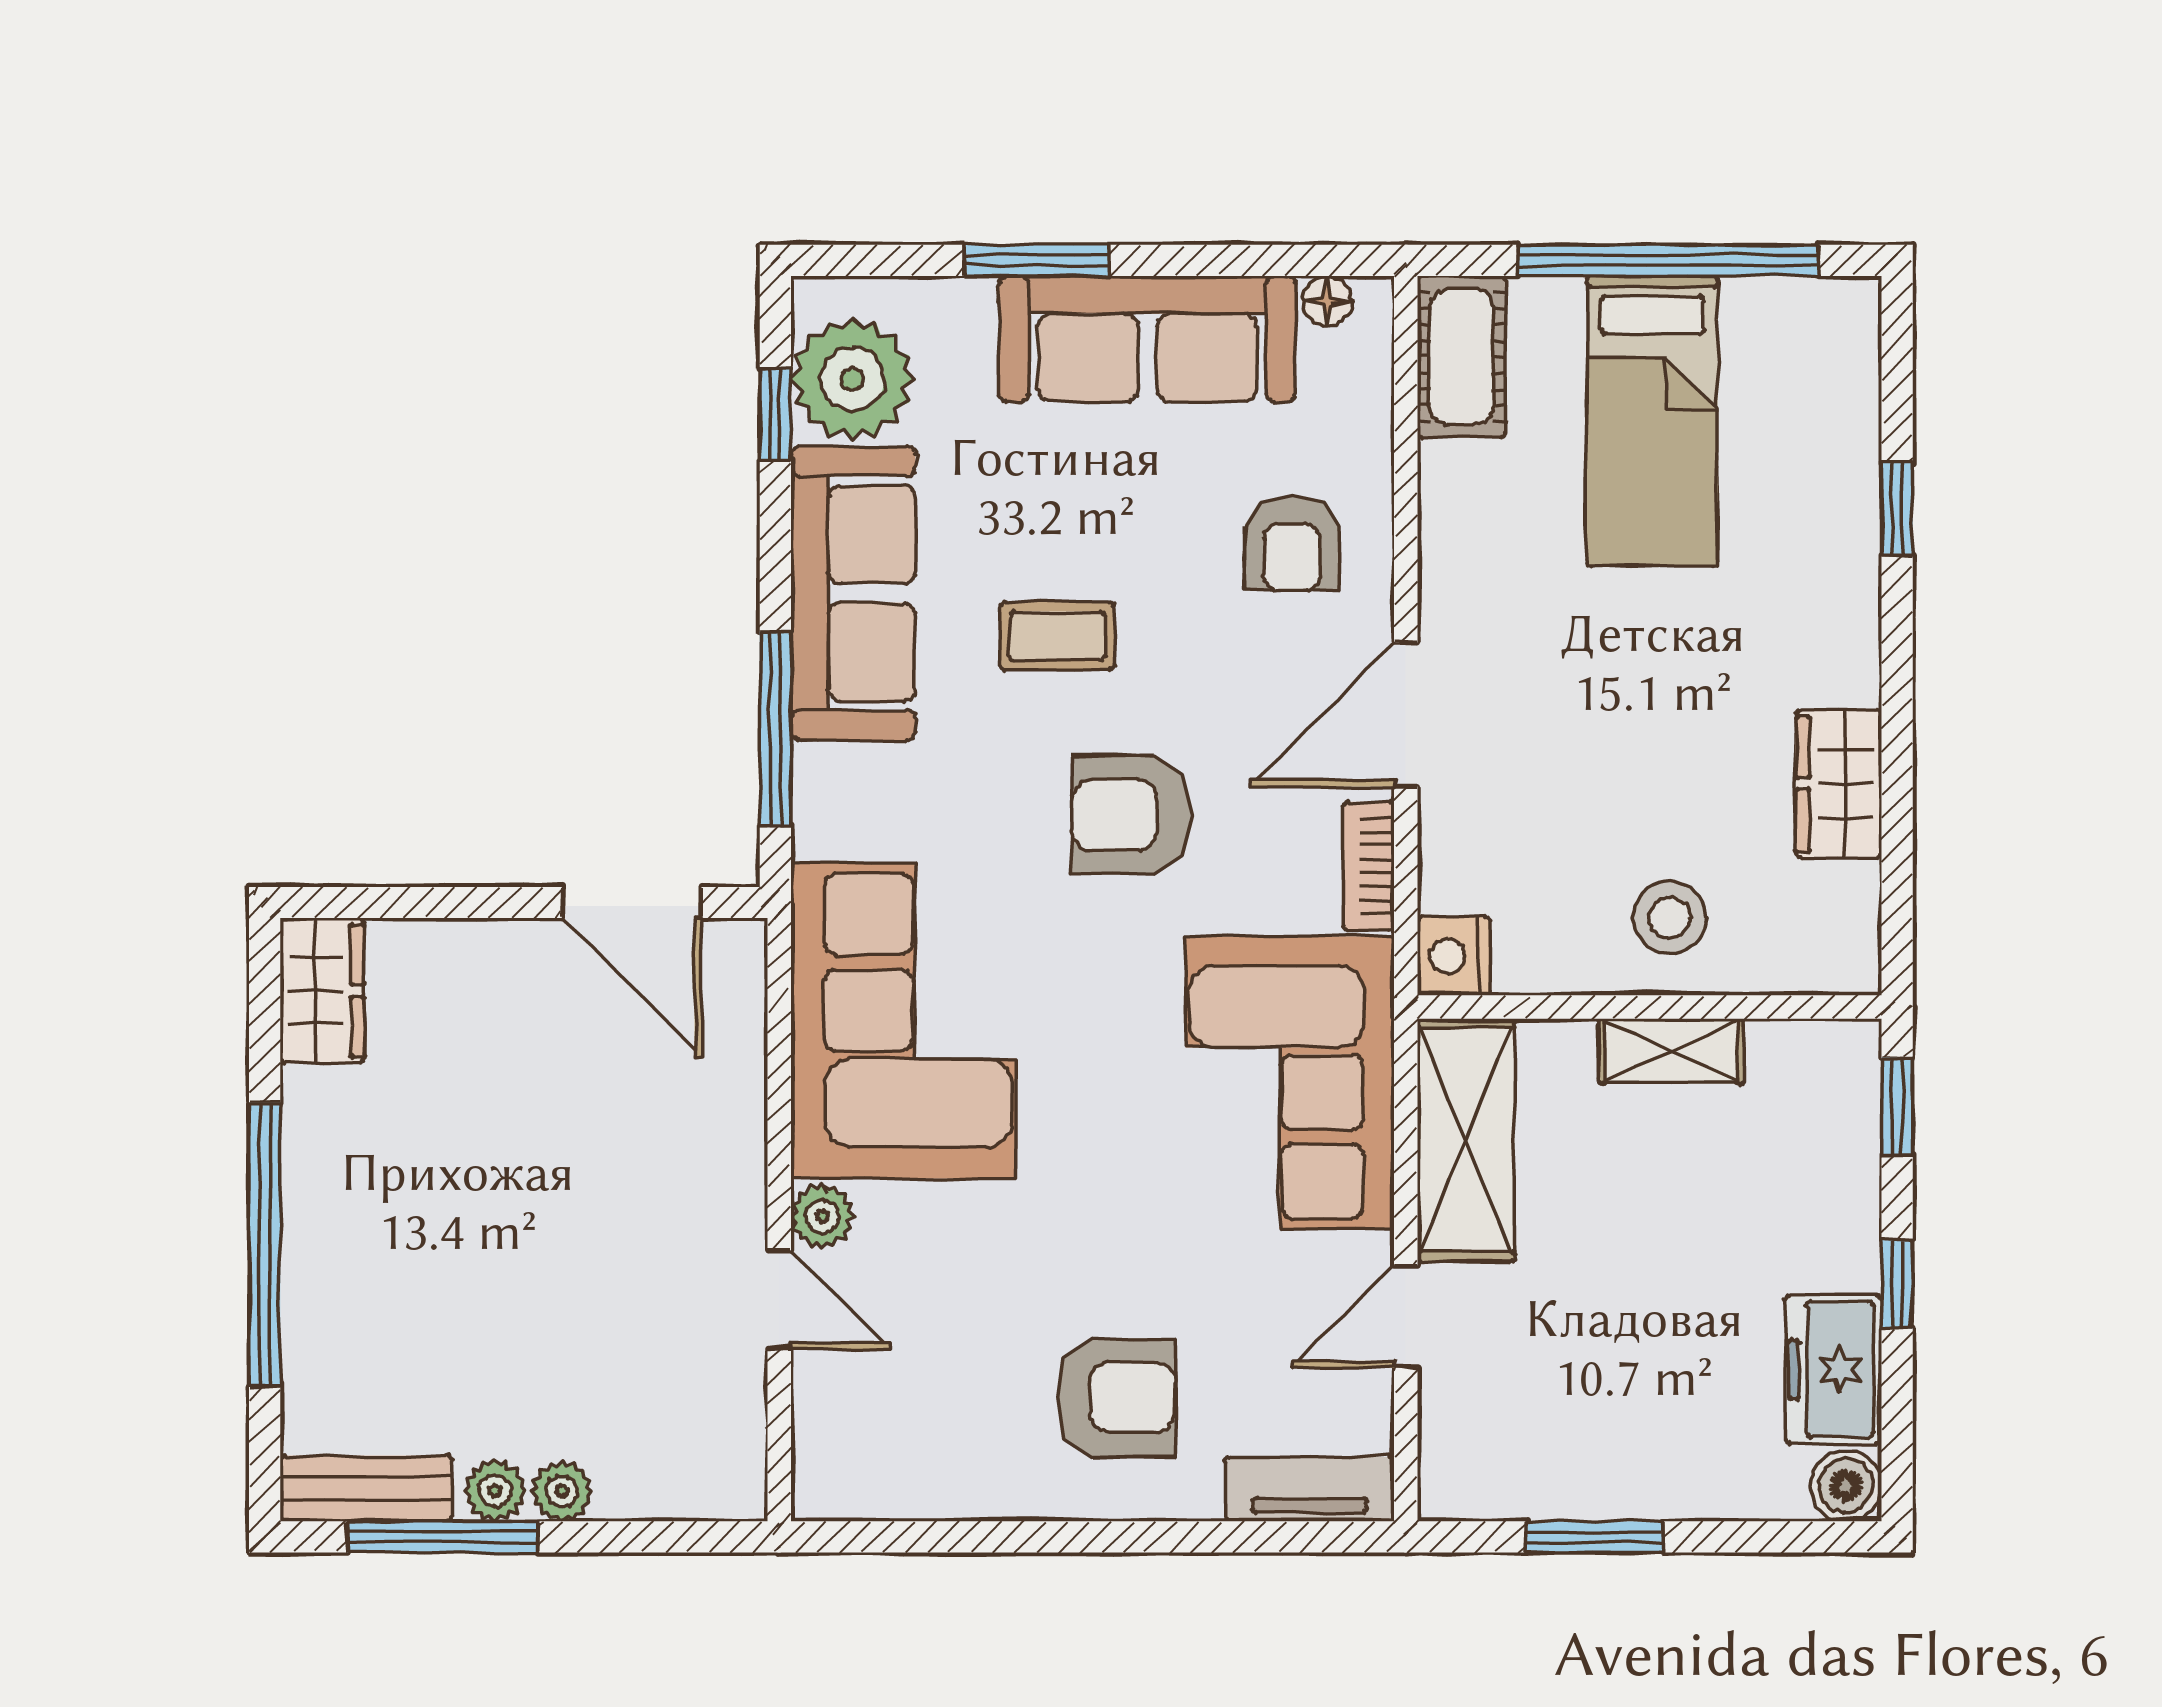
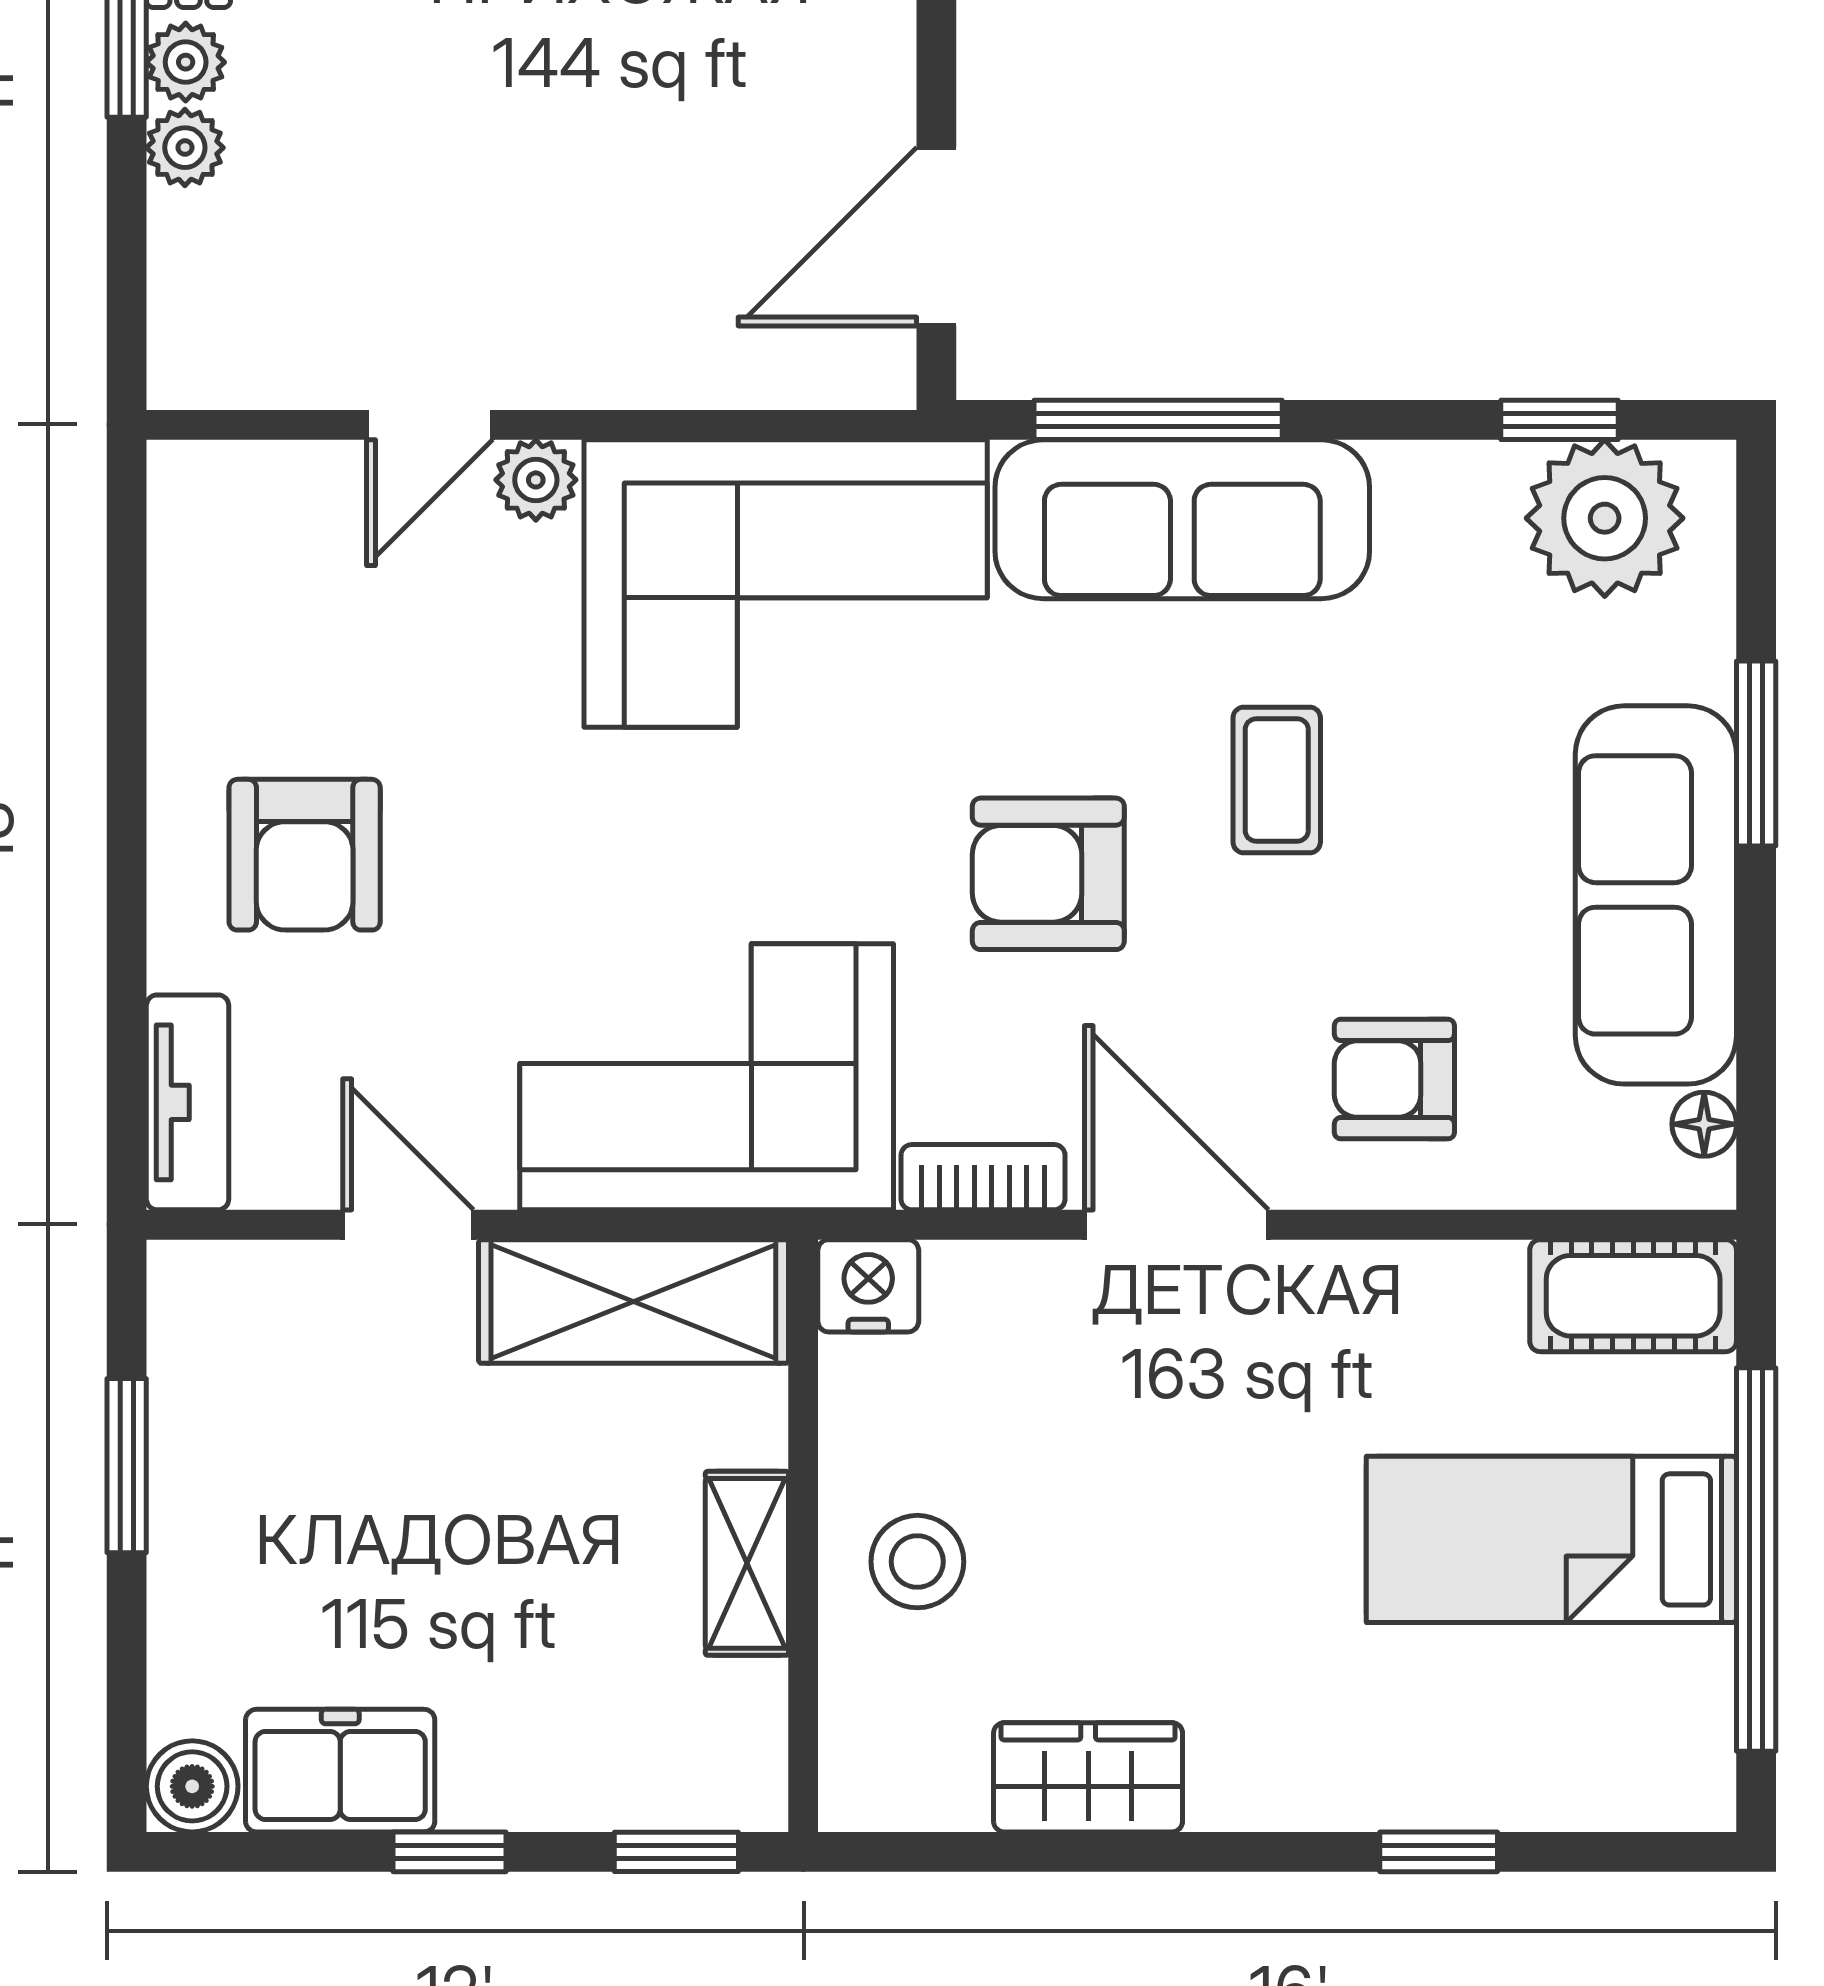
sofa: (853, 593) -> (1182, 519), moved
armchair: (1131, 815) -> (1048, 874), turned -90

